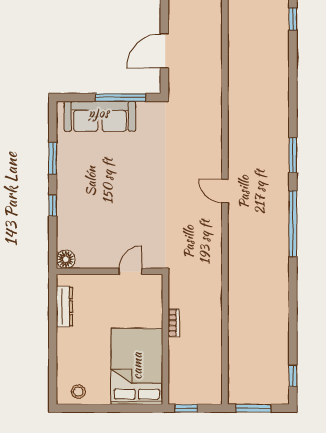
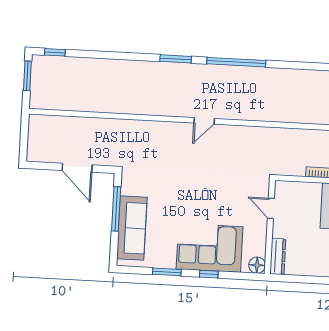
corner sofa: (82, 205) -> (210, 248), added
dresser: (64, 307) -> (278, 256), moved, turned 90

